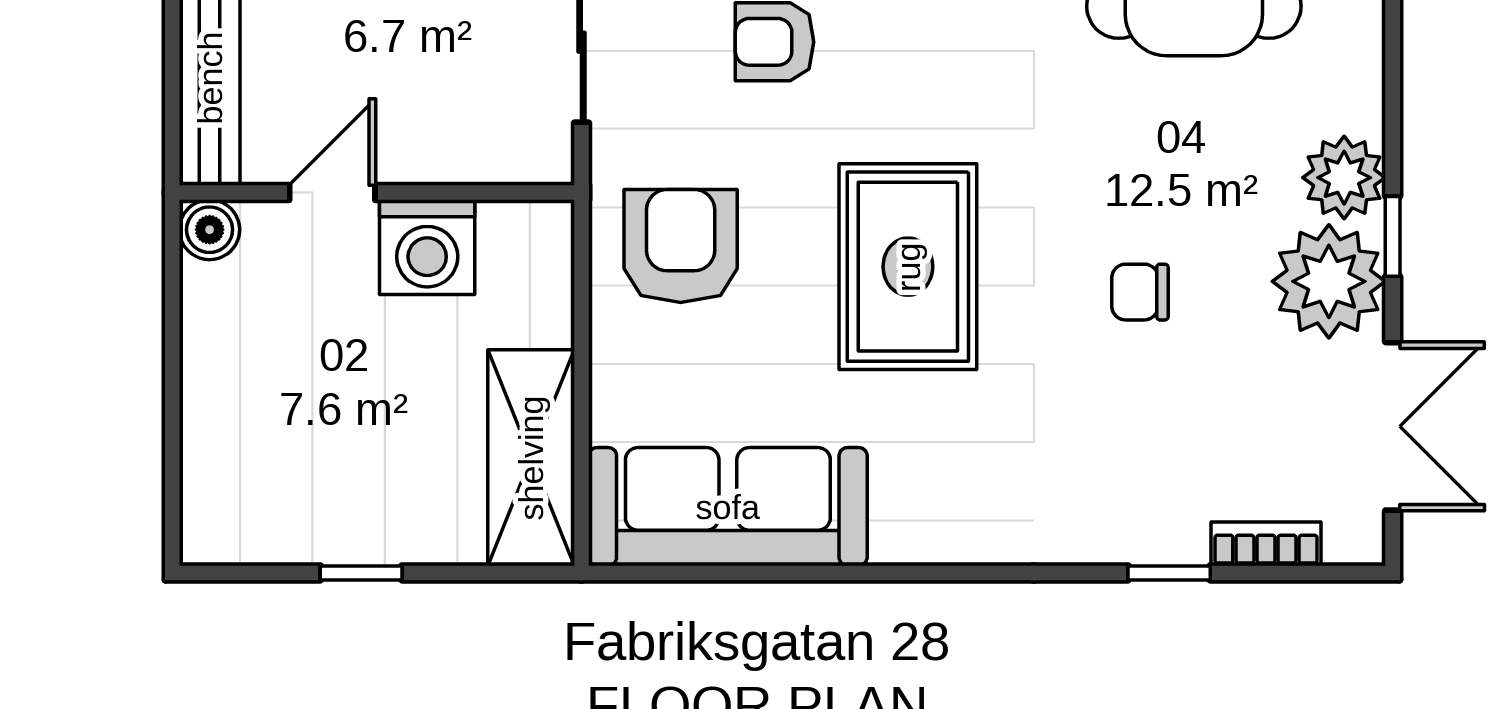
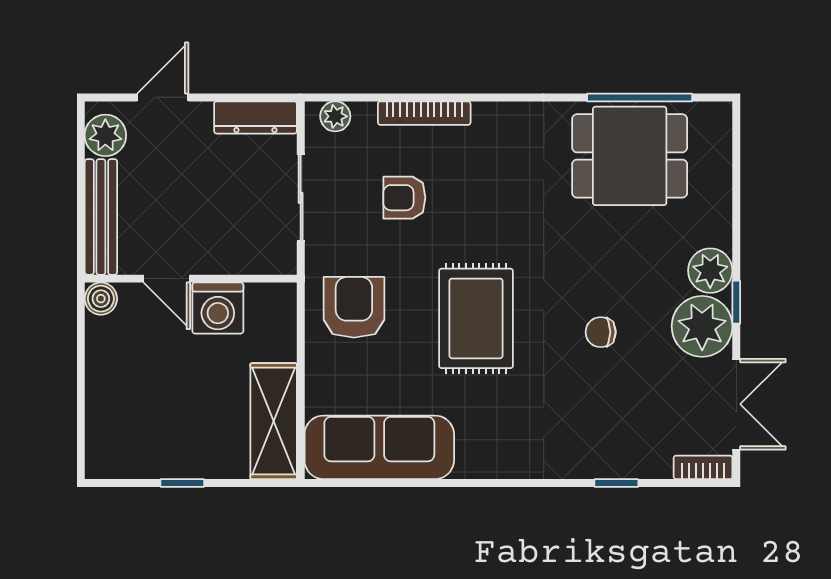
door: (332, 192) -> (167, 279), swing flipped
bookcase: (1266, 544) -> (703, 467), moved

